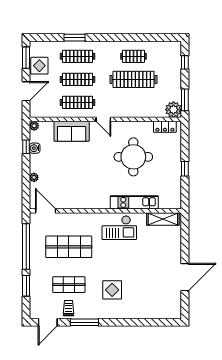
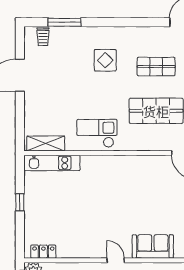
round table: (133, 157) -> (80, 216), removed
kitchen unit: (134, 202) -> (52, 163), moved
trolley: (68, 308) -> (43, 37), moved
window: (84, 322) -> (64, 22), moved

